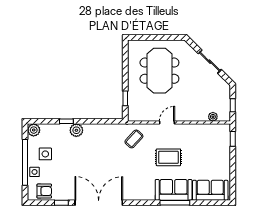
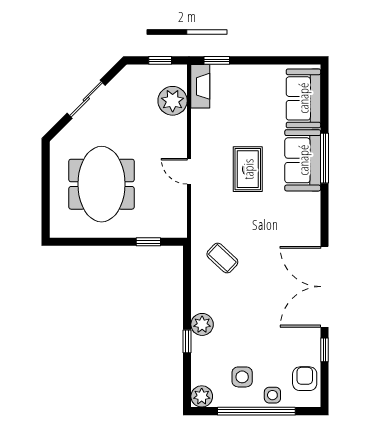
meeting table: (159, 71) -> (102, 184), turned 90
plant: (213, 117) -> (173, 101), width x1.88, depth x1.88
fireplace: (217, 129) -> (200, 86), added
coffee table: (134, 139) -> (222, 258), moved

